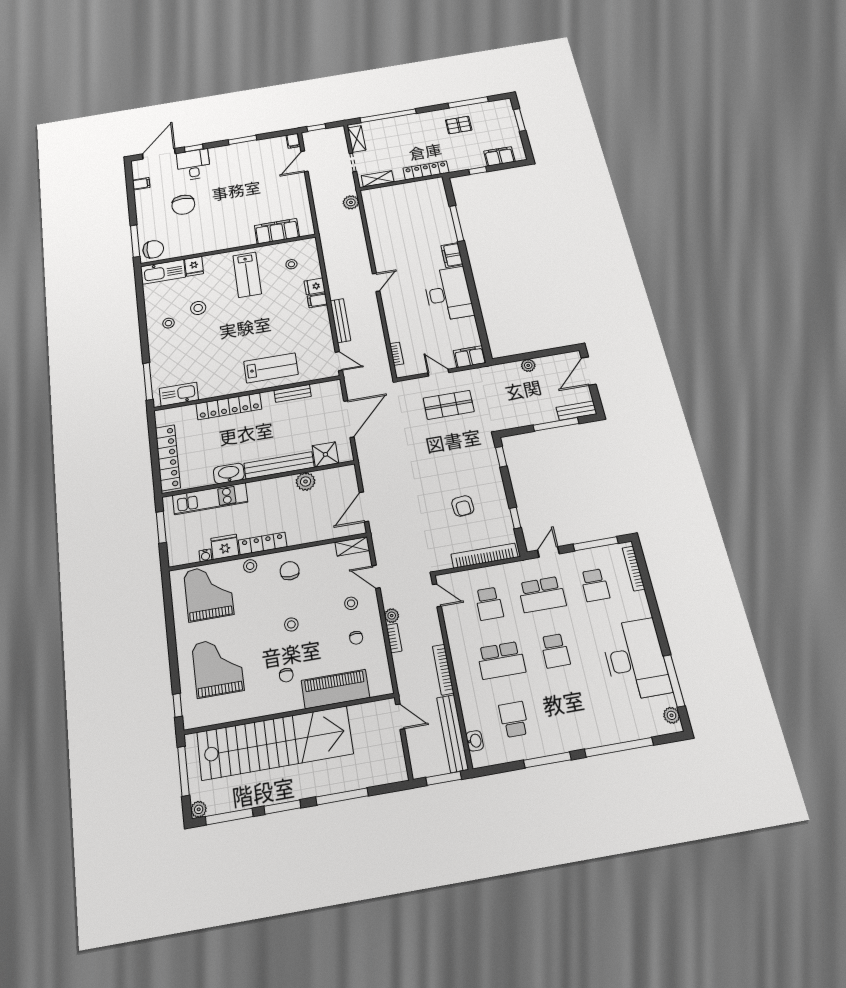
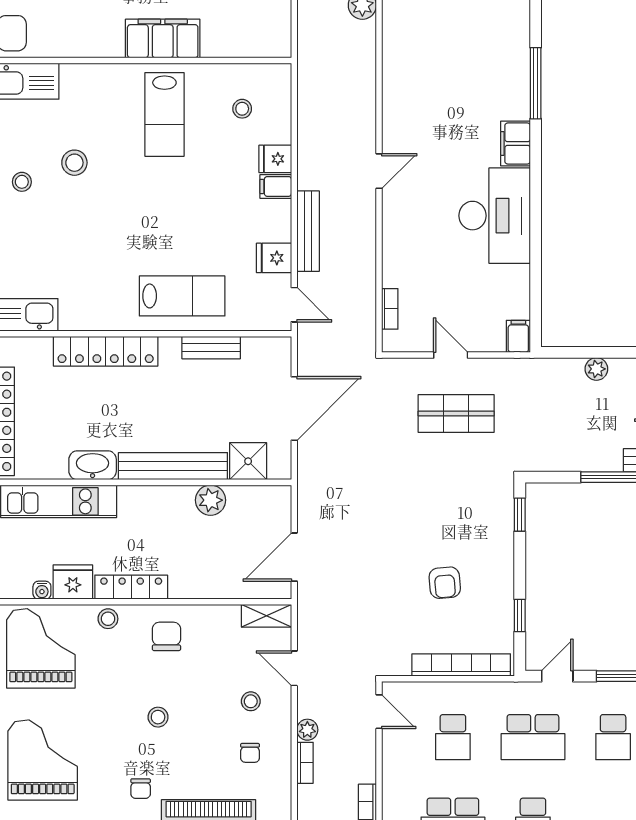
filing cabinet: (277, 231) -> (163, 39), moved
fridge: (194, 266) -> (274, 258), moved, turned 90
filing cabinet: (470, 357) -> (518, 336), width x0.50

